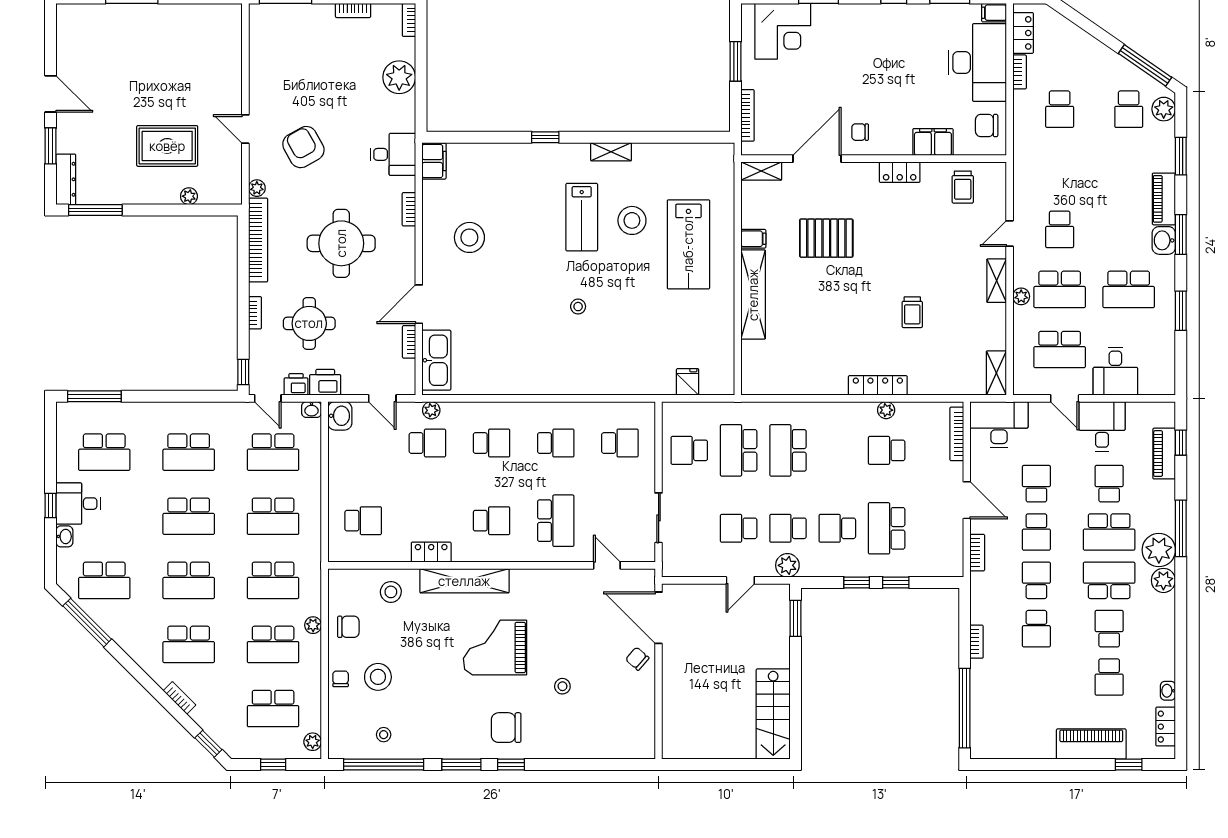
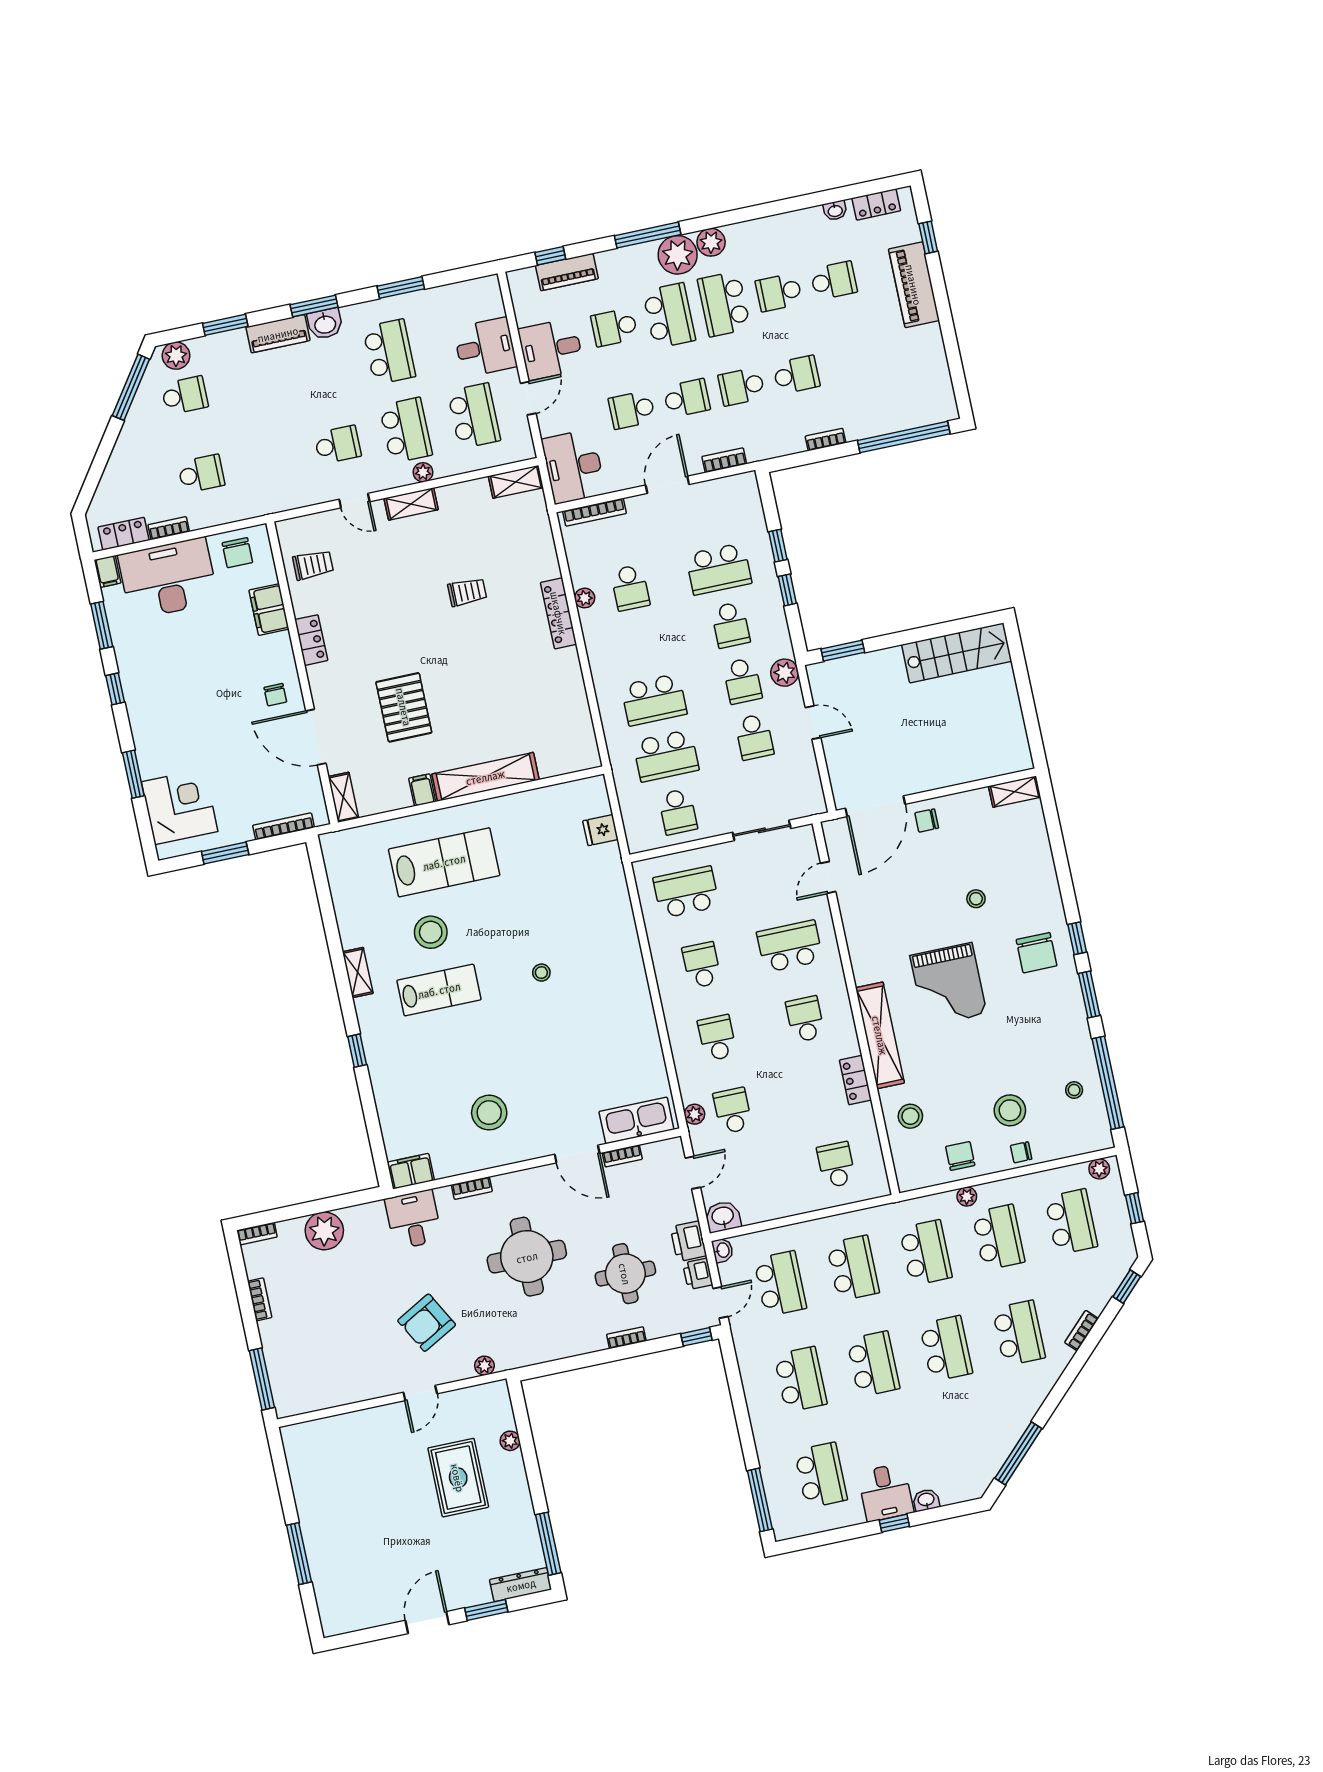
bookcase: (258, 240) -> (543, 1352), removed
school desk: (620, 443) -> (686, 892), width x1.85
school desk: (104, 580) -> (966, 1444), removed
chair: (637, 659) -> (927, 820), turned 49
shelving: (646, 738) -> (1015, 792), added

